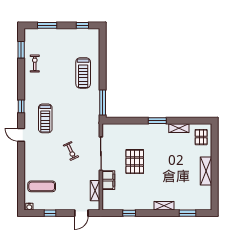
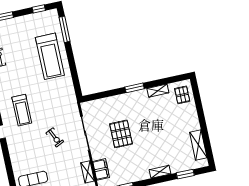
treadmill: (83, 73) -> (50, 56), width x1.37, depth x1.38
window: (103, 103) -> (65, 29), moved
shelving: (206, 171) -> (198, 145), moved
filing cabinet: (108, 180) -> (101, 169), moved

